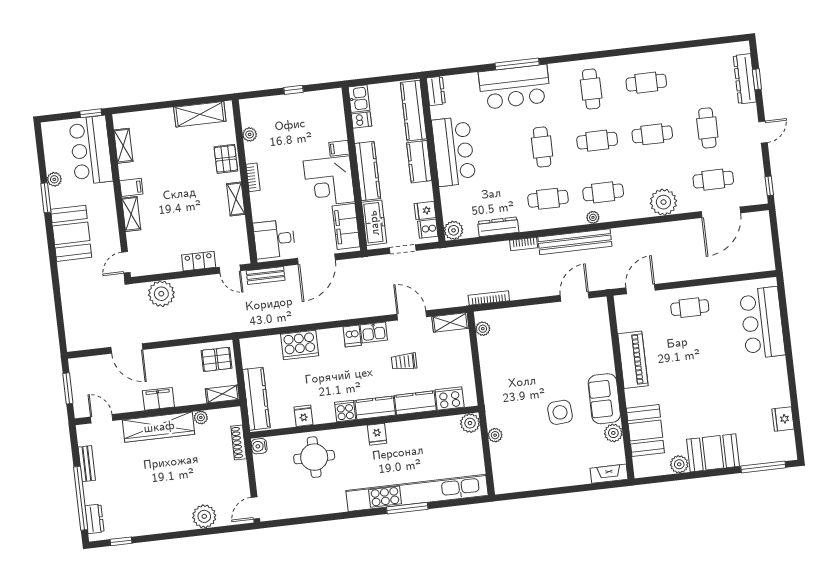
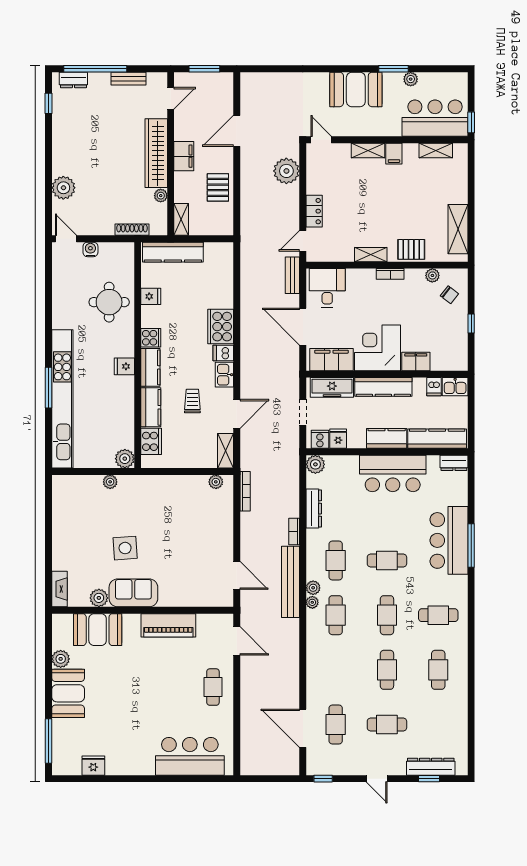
chair: (267, 115) -> (449, 295), added
filing cabinet: (339, 148) -> (416, 361), width x2.00
plant: (663, 202) -> (313, 588), moved, width x0.53, depth x0.53
cooker: (300, 345) -> (221, 327), moved
pallet: (216, 359) -> (218, 187), moved
water cooler: (259, 446) -> (90, 249), moved

